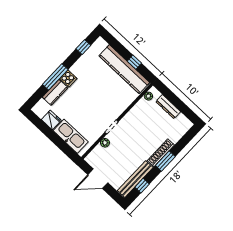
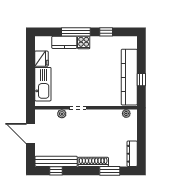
window: (83, 47) -> (106, 32), moved
dresser: (168, 107) -> (132, 154), moved
window: (165, 161) -> (110, 171), moved

